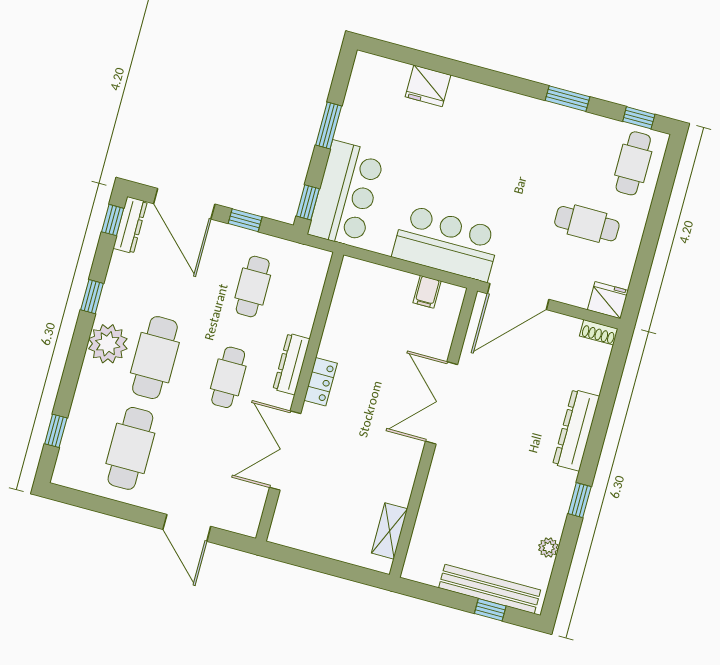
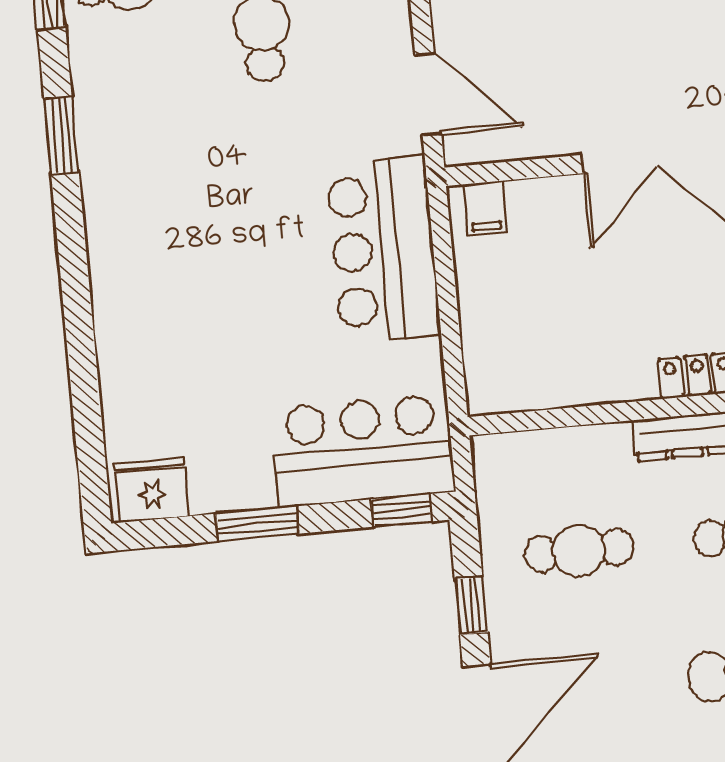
fridge: (428, 86) -> (152, 490), moved, turned -90
filing cabinet: (427, 292) -> (485, 208), moved, turned 90
door: (518, 296) -> (428, 94), width x0.73

